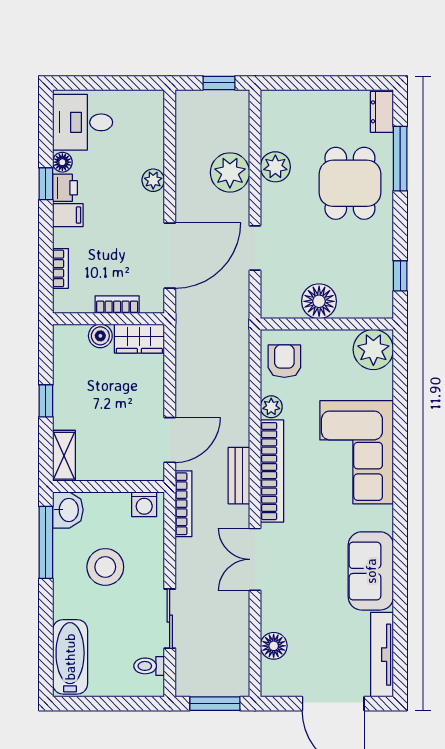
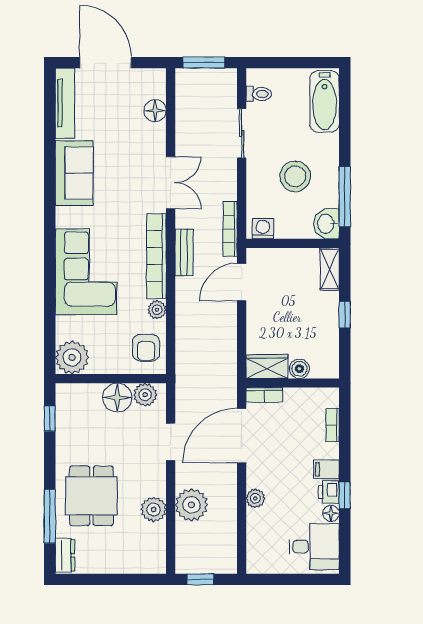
bookcase: (117, 305) -> (264, 395), moved
plant: (286, 305) -> (145, 395), added

